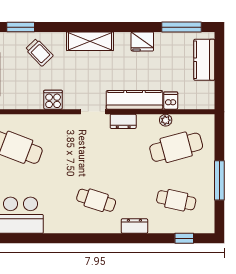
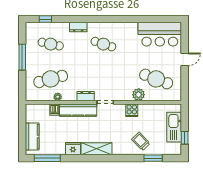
shelving: (90, 41) -> (97, 149), moved
plant: (43, 124) -> (139, 95), added

